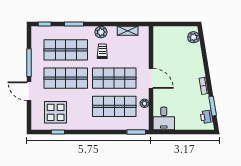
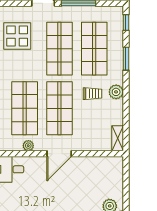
shelving: (128, 31) -> (118, 138), moved

